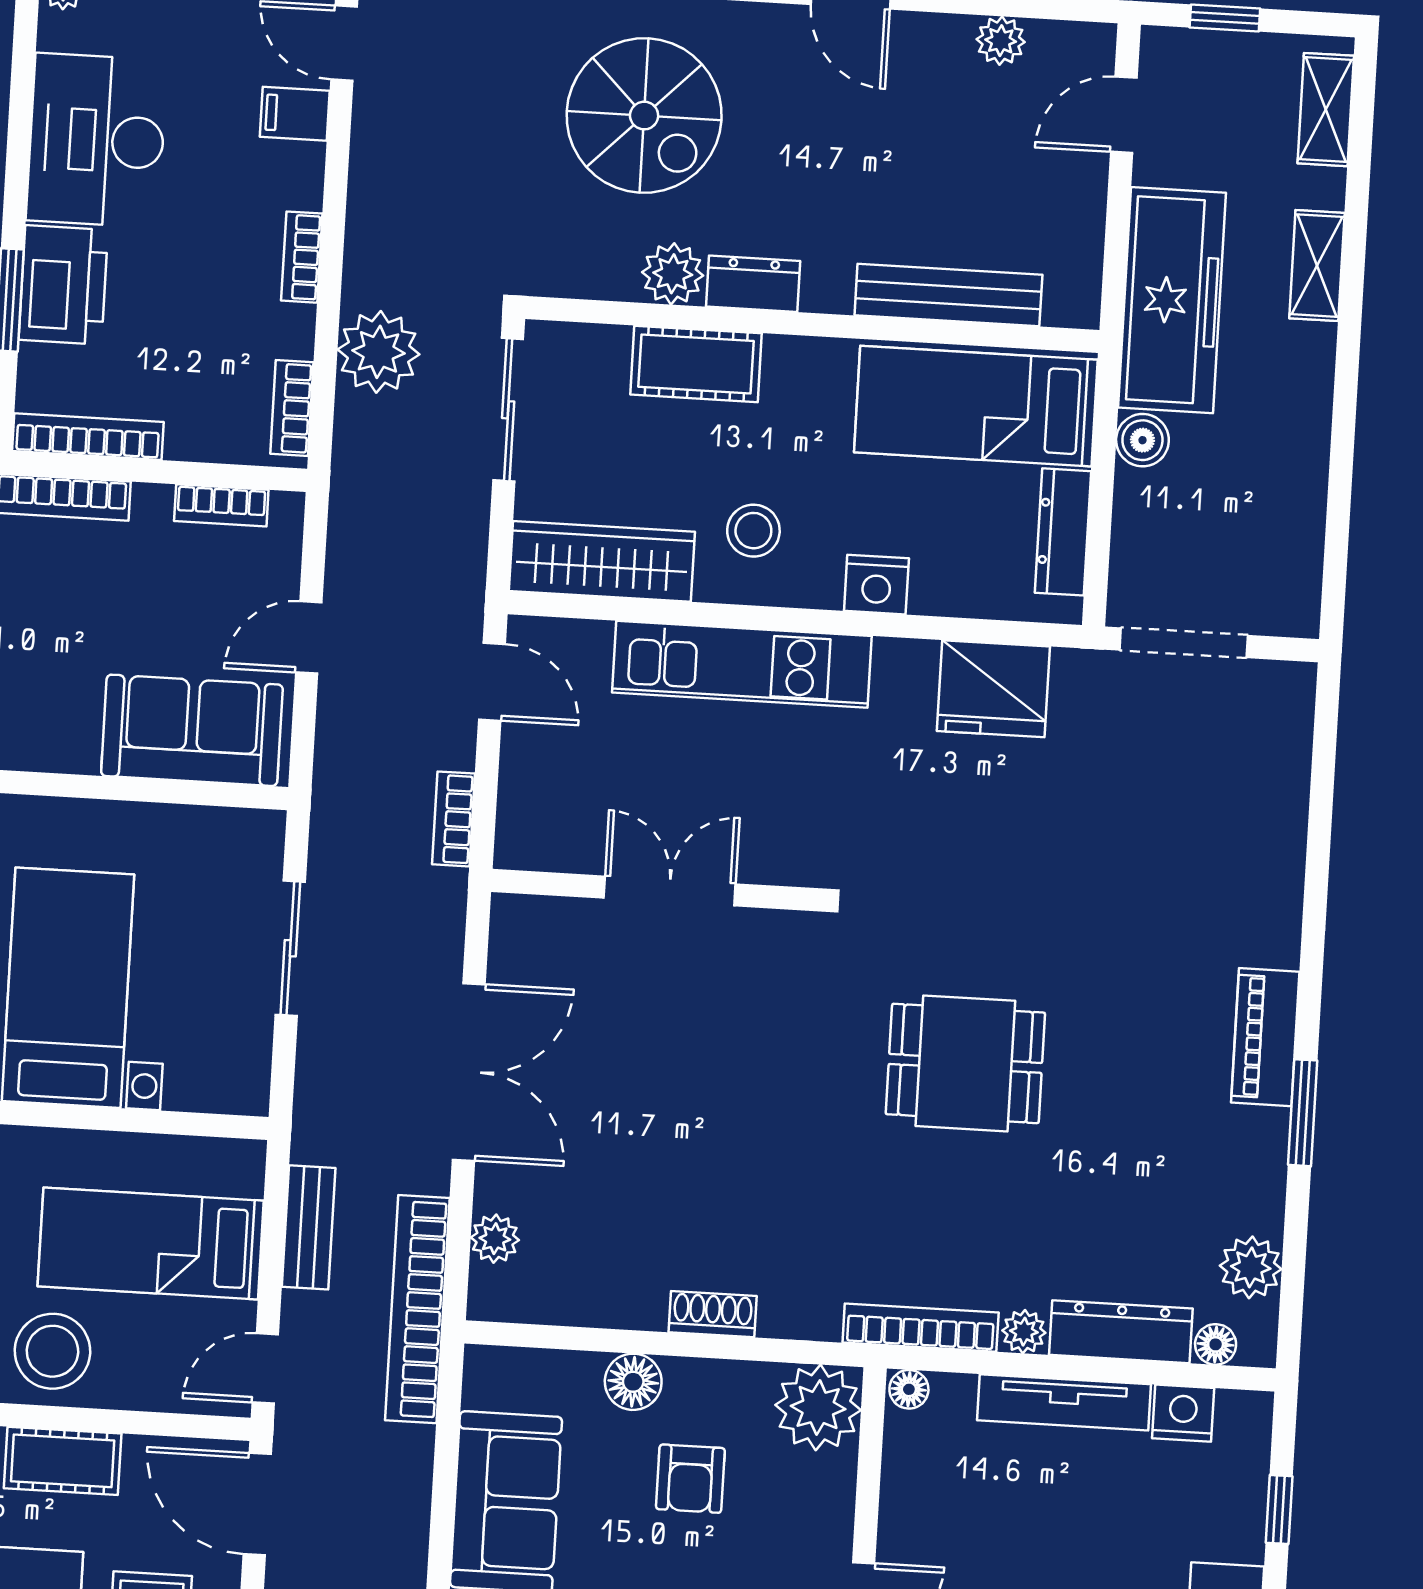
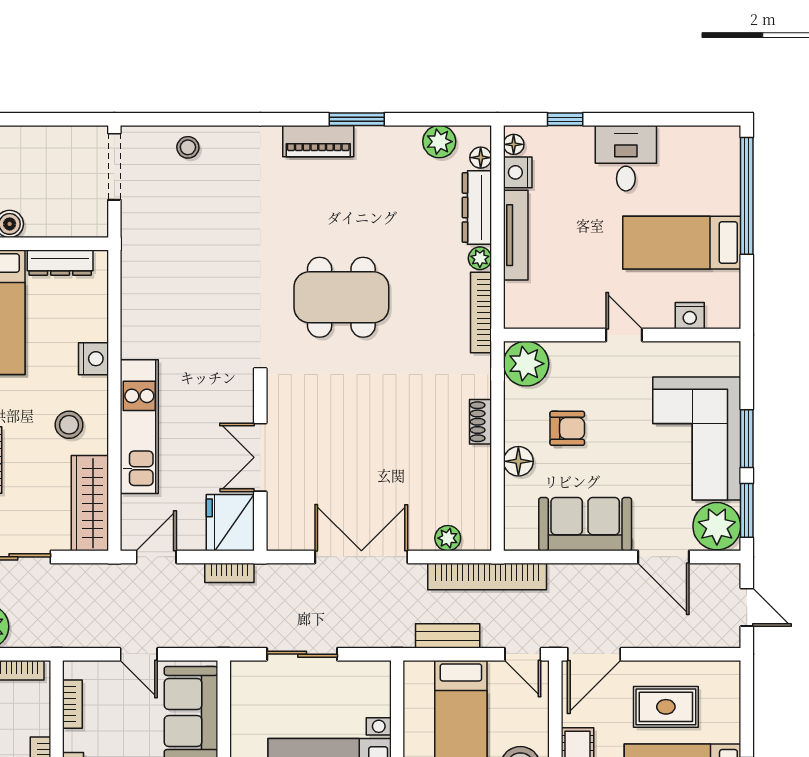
doorway: (1184, 643) -> (114, 167), moved
fridge: (993, 689) -> (230, 523), moved, turned 180
stool: (1268, 788) -> (188, 147), added
dining table: (965, 1063) -> (341, 297), width x1.38
floor lamp: (909, 1389) -> (514, 144), moved

